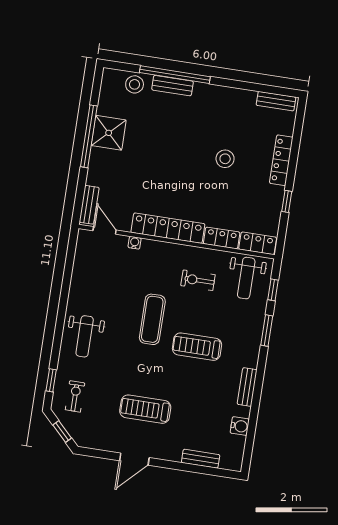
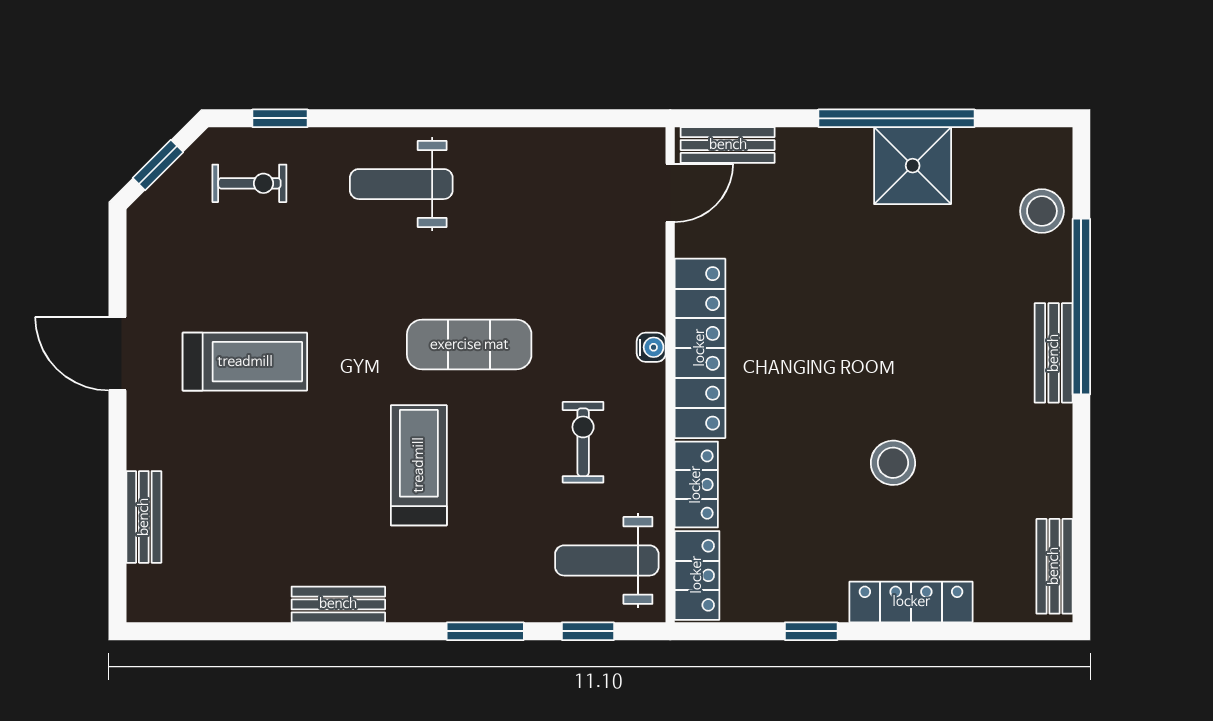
bench: (173, 86) -> (1054, 353), moved
water cooler: (135, 243) -> (651, 347), moved
treadmill: (145, 409) -> (245, 362), turned 90
water cooler: (240, 426) -> (239, 601), removed

